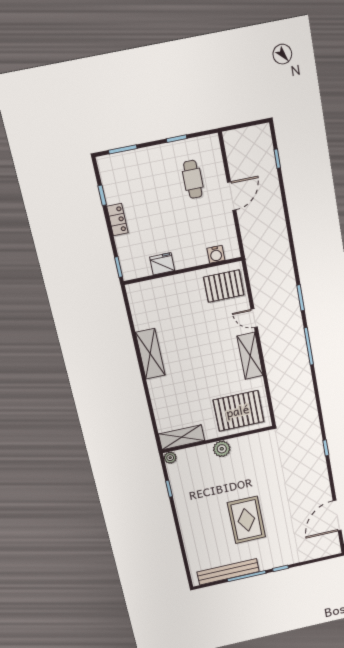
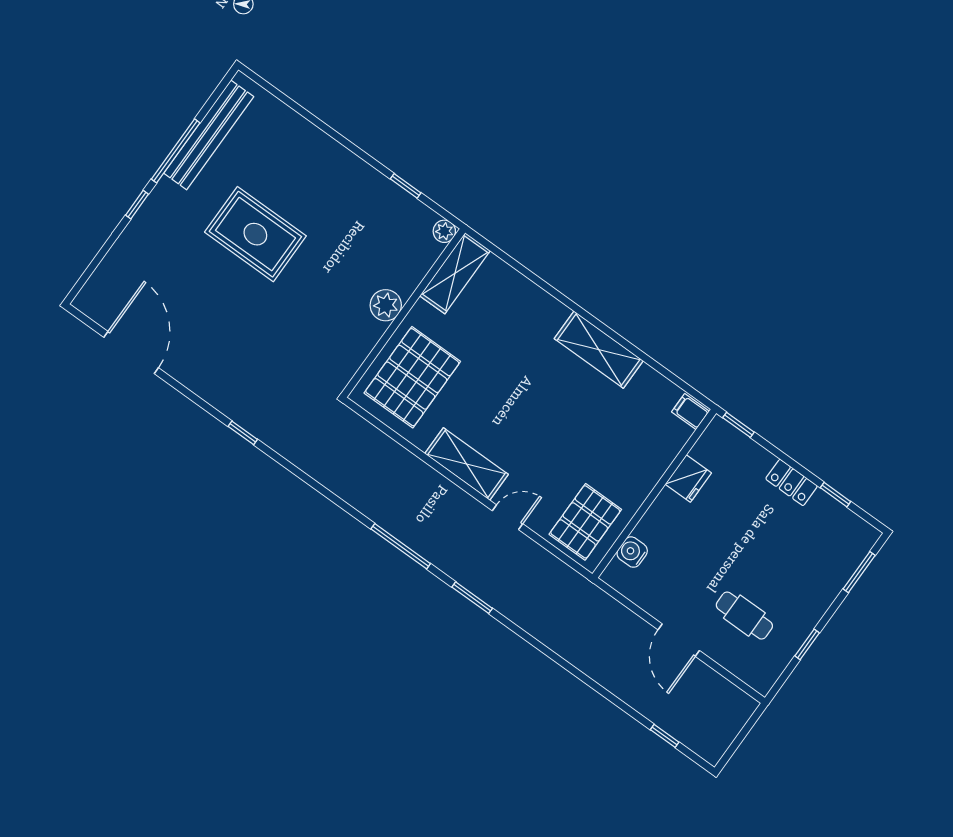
filing cabinet: (135, 292) -> (690, 412), added

